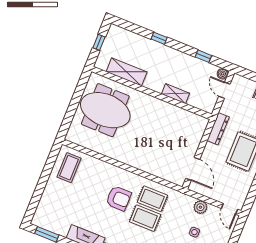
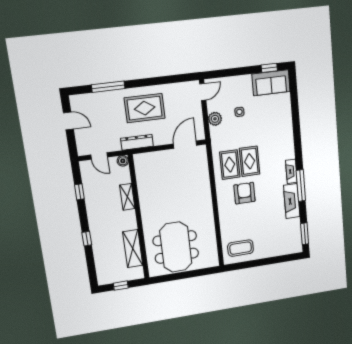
boiler: (223, 74) -> (123, 161), moved
door: (224, 90) -> (99, 156), hinge flipped

